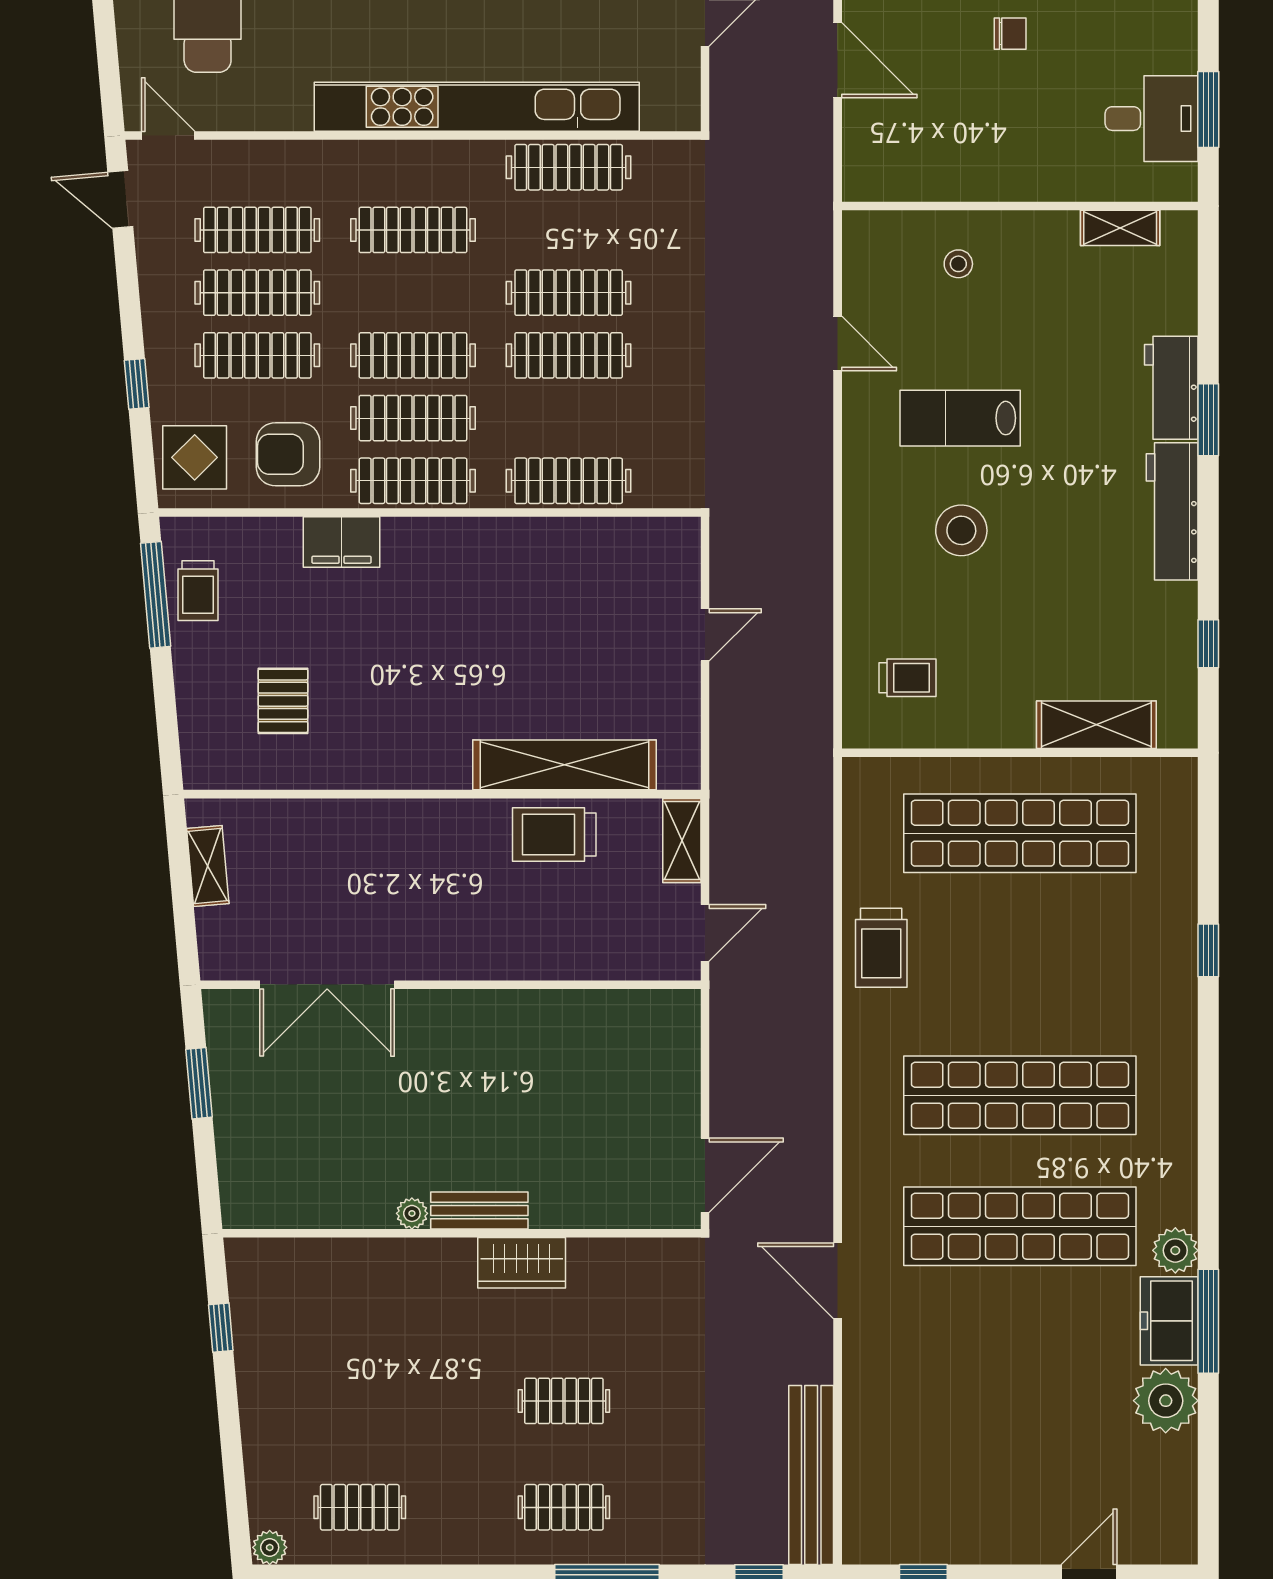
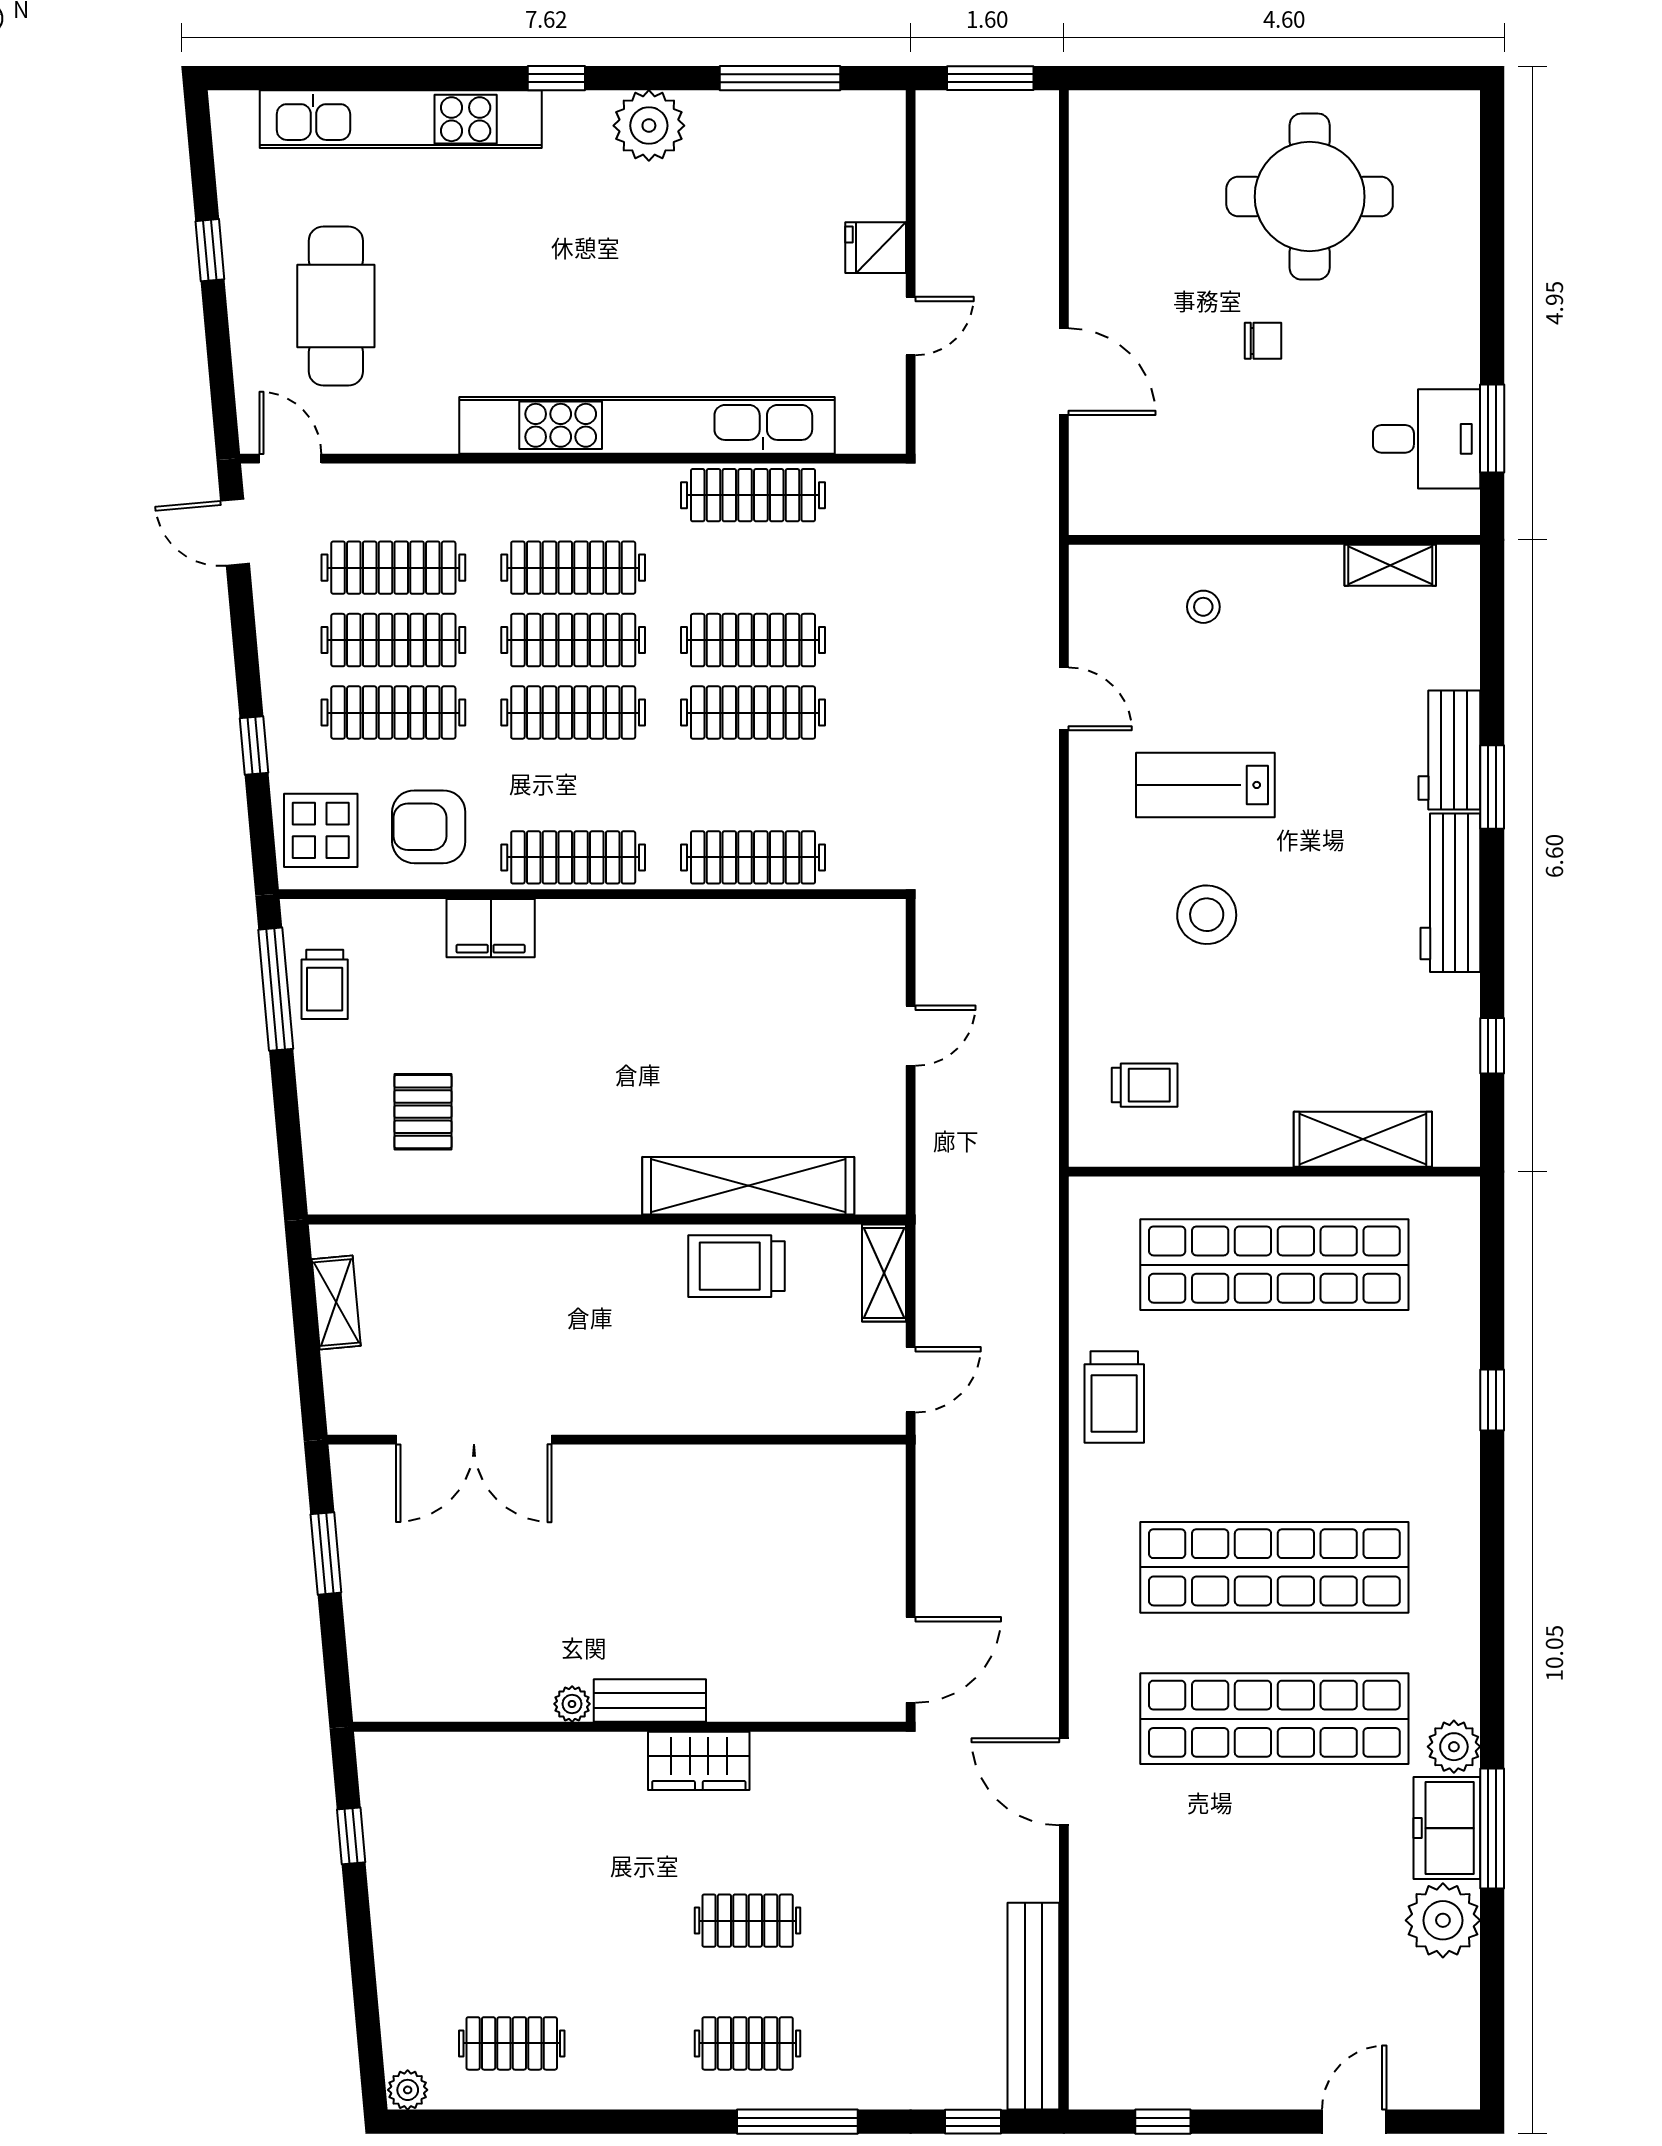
clothes rail: (413, 418) -> (573, 640), moved

